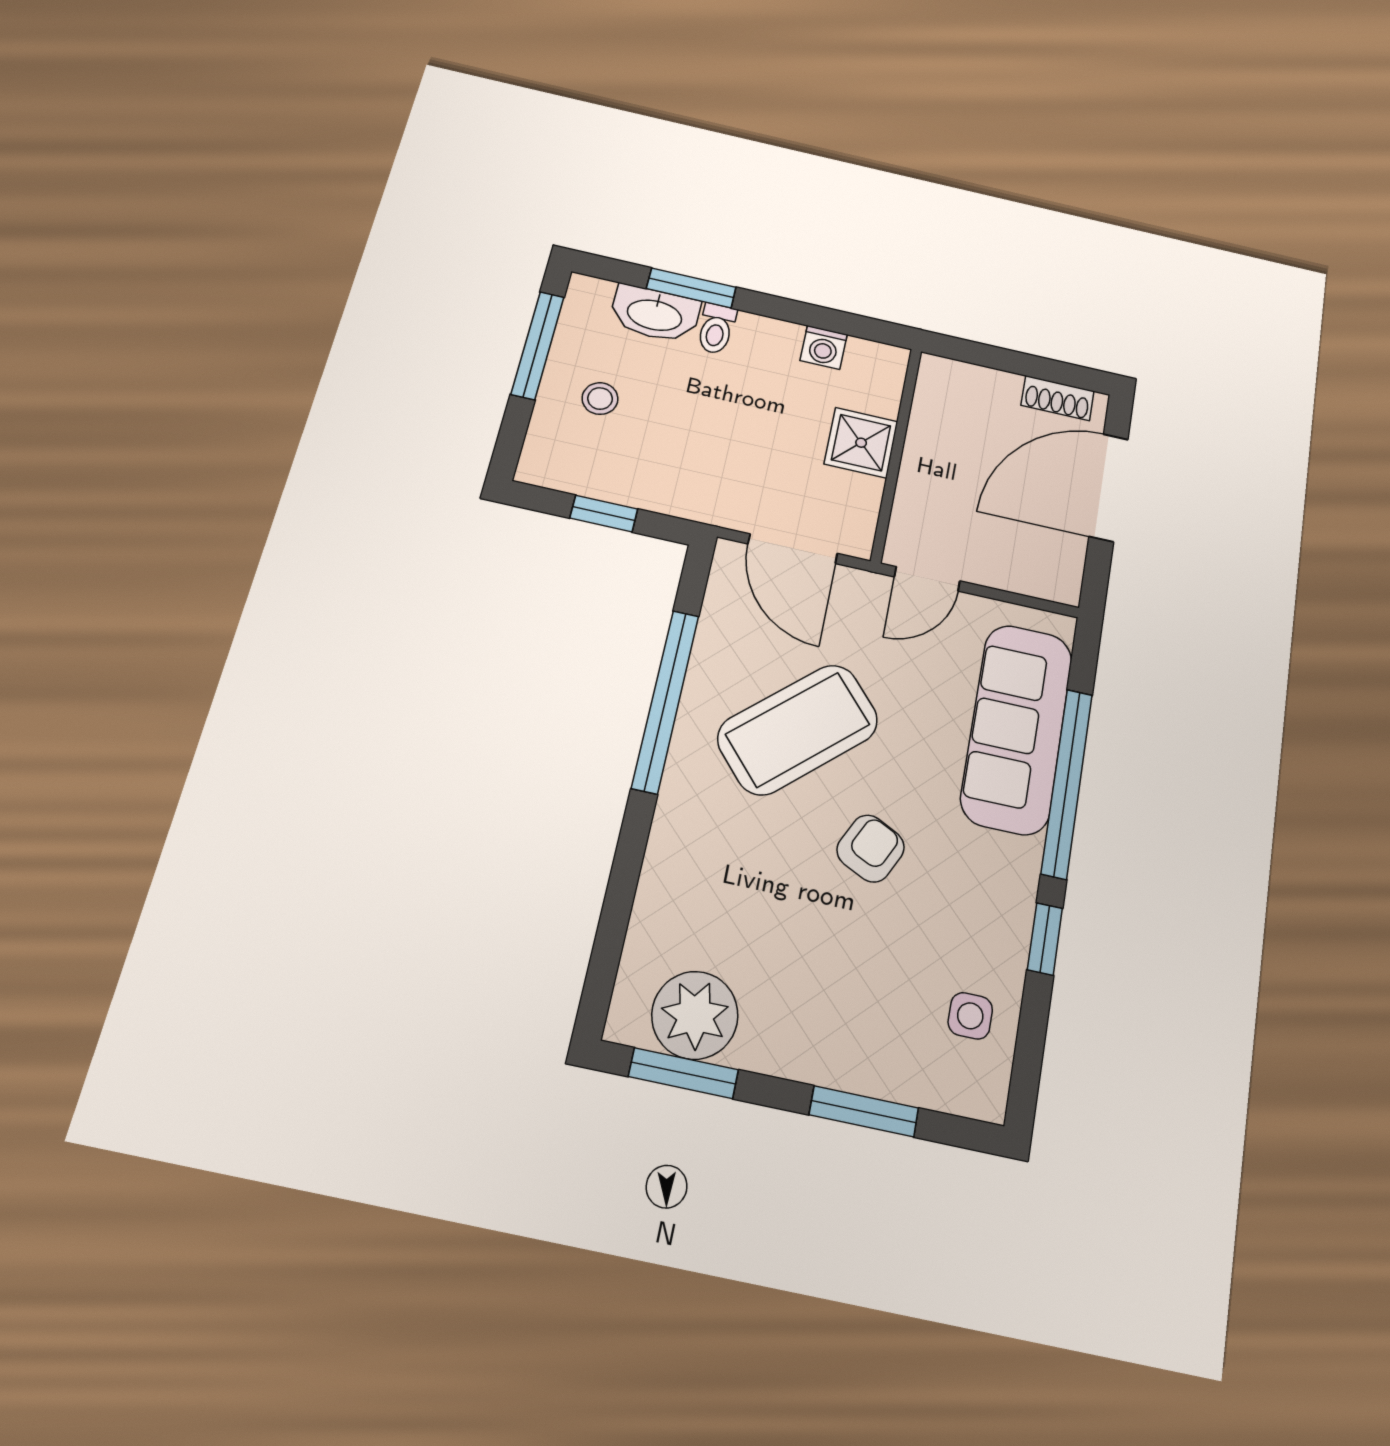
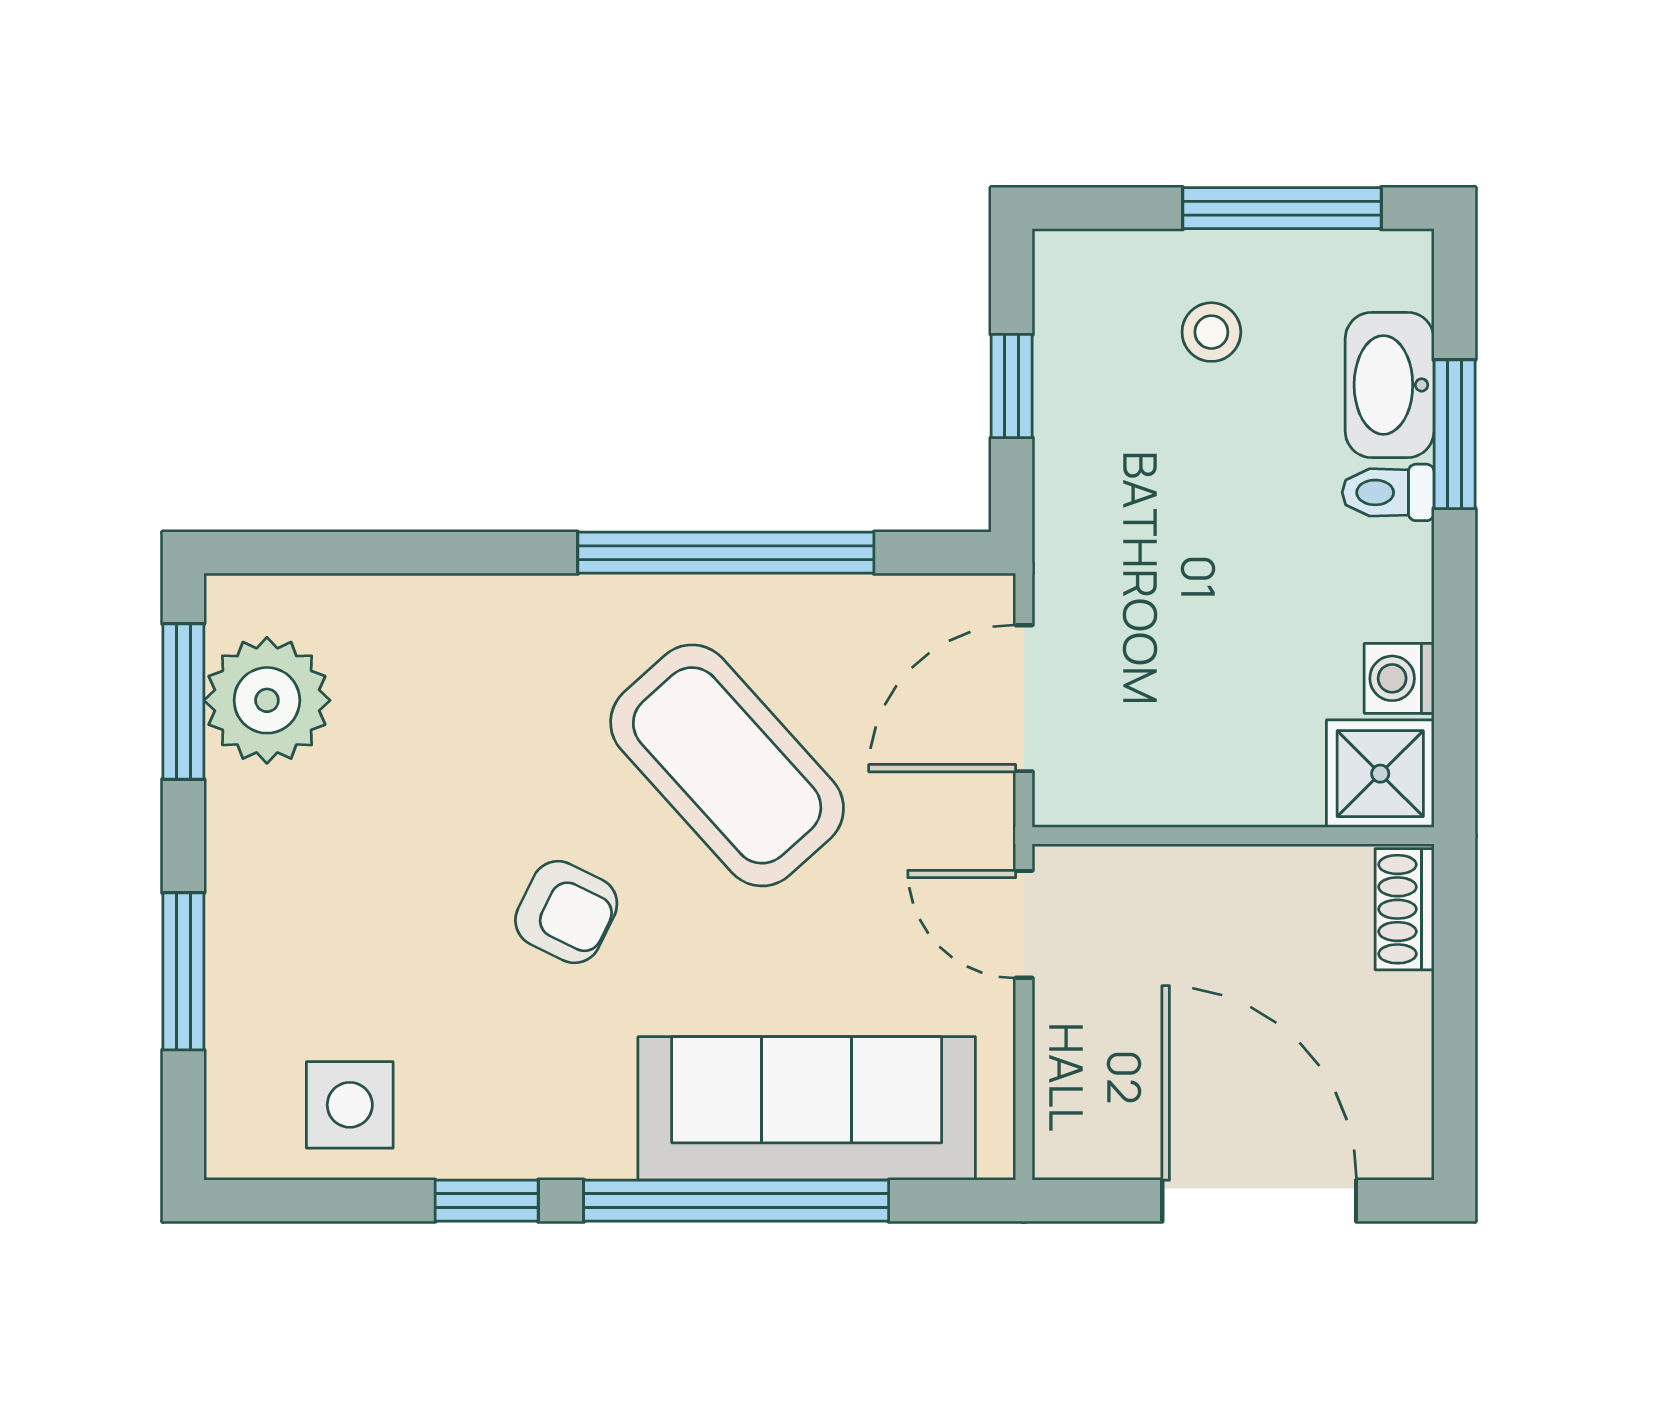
shoe rack: (1057, 398) -> (1405, 909), moved
shower: (861, 443) -> (1380, 774), moved
side table: (970, 1016) -> (350, 1105), width x1.37, depth x1.37

